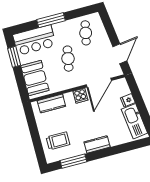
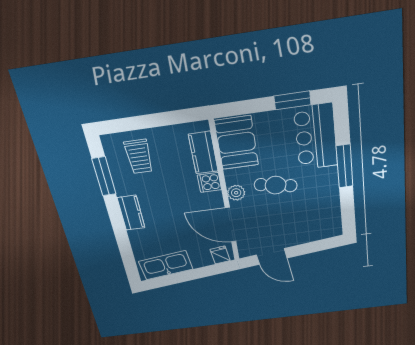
cafe table: (86, 33) -> (313, 214), removed
booth: (35, 78) -> (237, 143), moved, turned 90
plant: (76, 82) -> (236, 193), added
cooker: (80, 96) -> (209, 182), moved
fridge: (128, 100) -> (220, 255), moved

